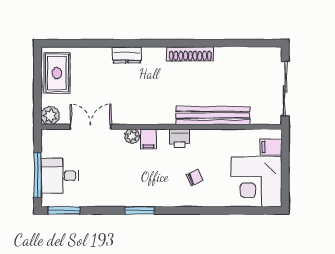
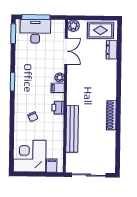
dresser: (127, 55) -> (112, 50), moved
desk: (60, 176) -> (35, 31), width x1.37

